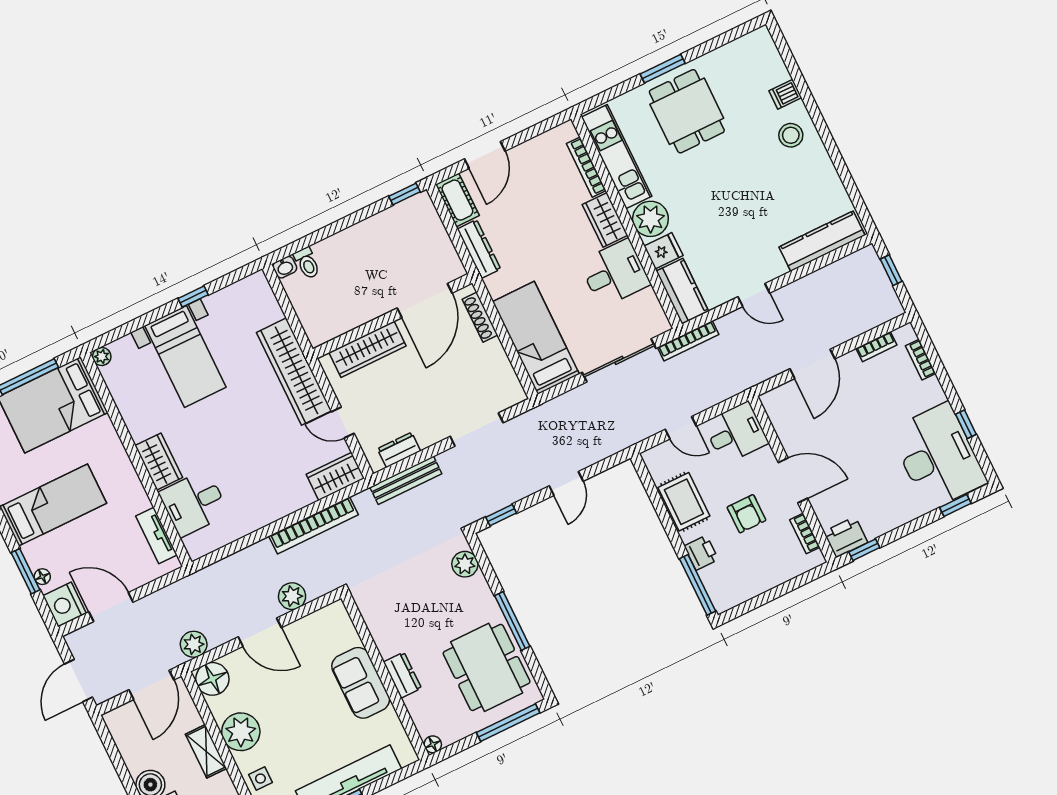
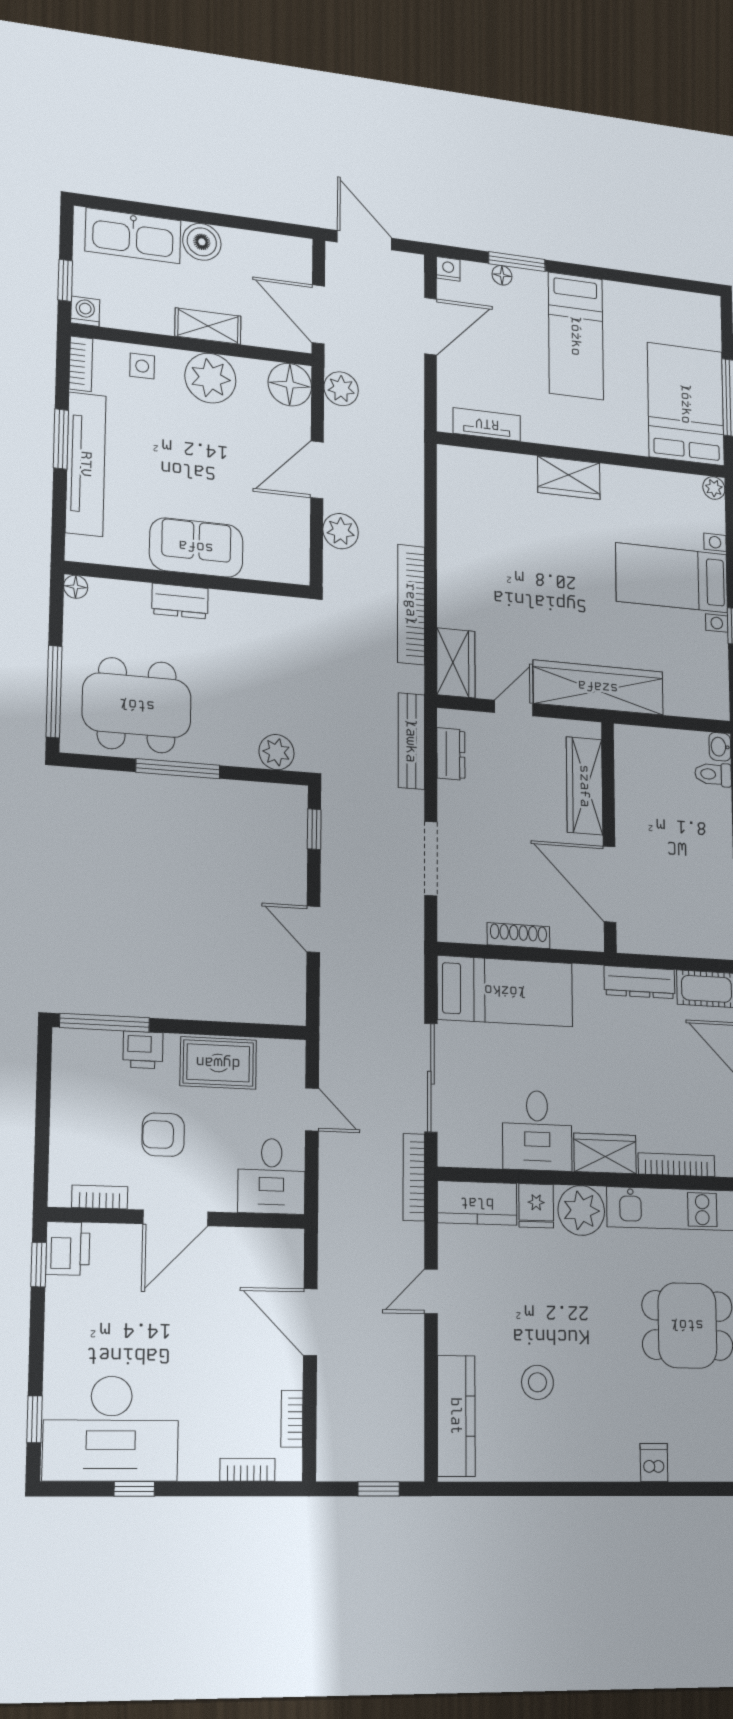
stool: (791, 135) -> (537, 1382), moved
shoe rack: (480, 317) -> (519, 936), moved
door: (681, 428) -> (312, 1109), swing flipped
desk: (194, 503) -> (503, 487), removed
nightstand: (65, 605) -> (448, 269), width x0.53, depth x0.56

